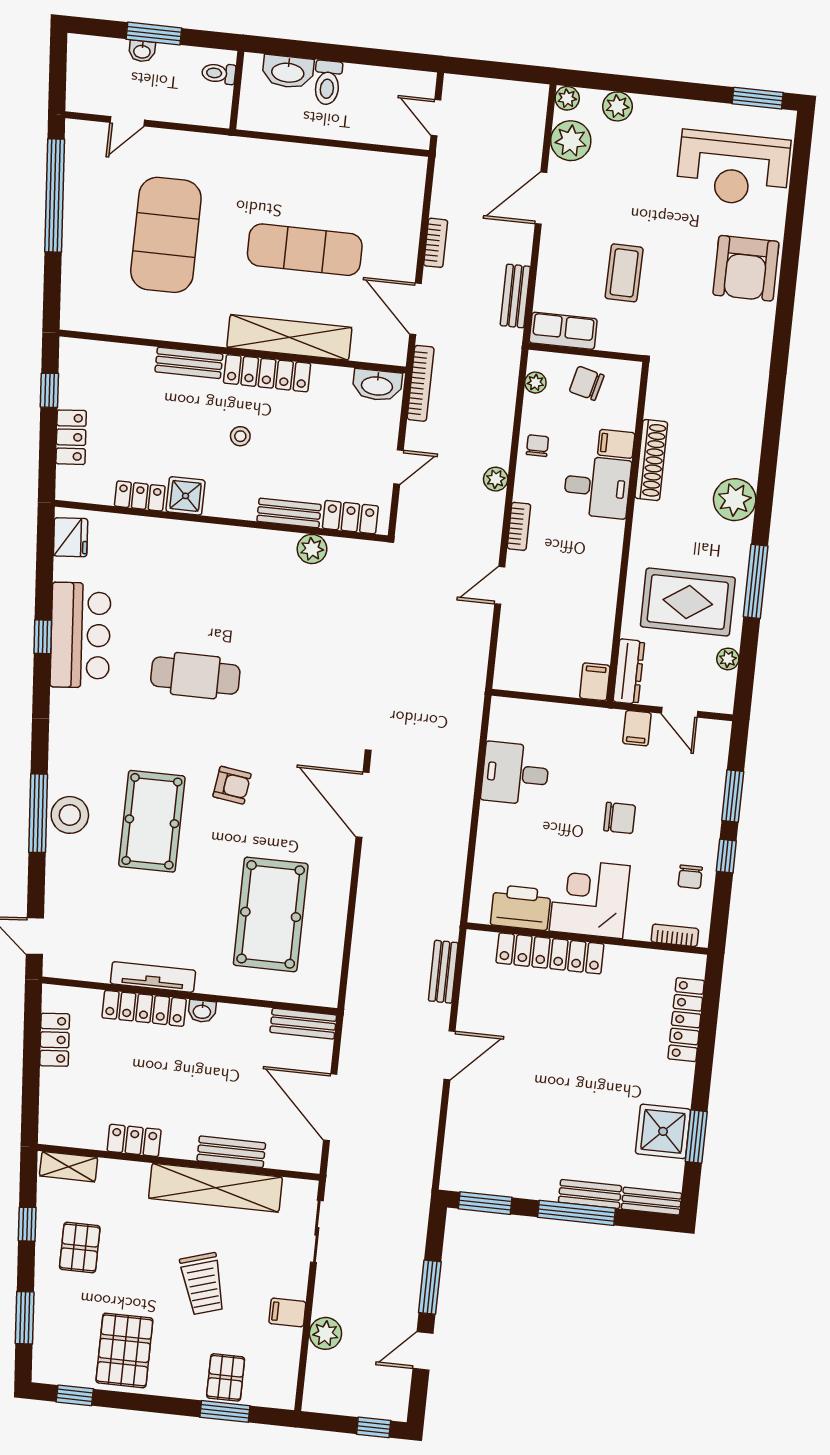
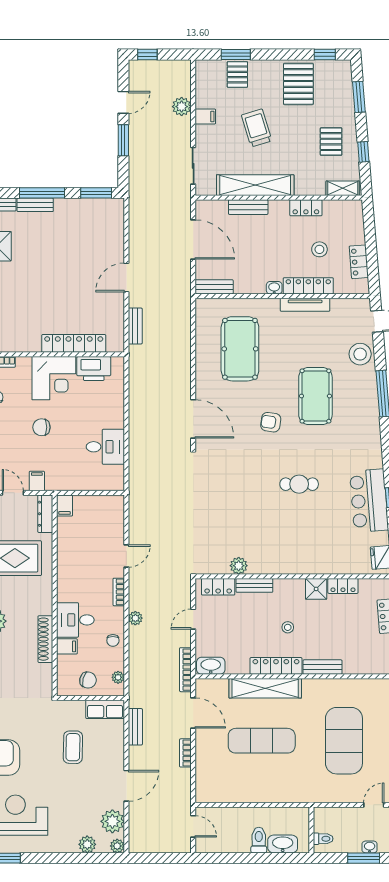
cafe table: (195, 676) -> (299, 484), width x0.73, depth x0.74
stool: (70, 815) -> (360, 354), moved
stool: (119, 1068) -> (319, 249), added

